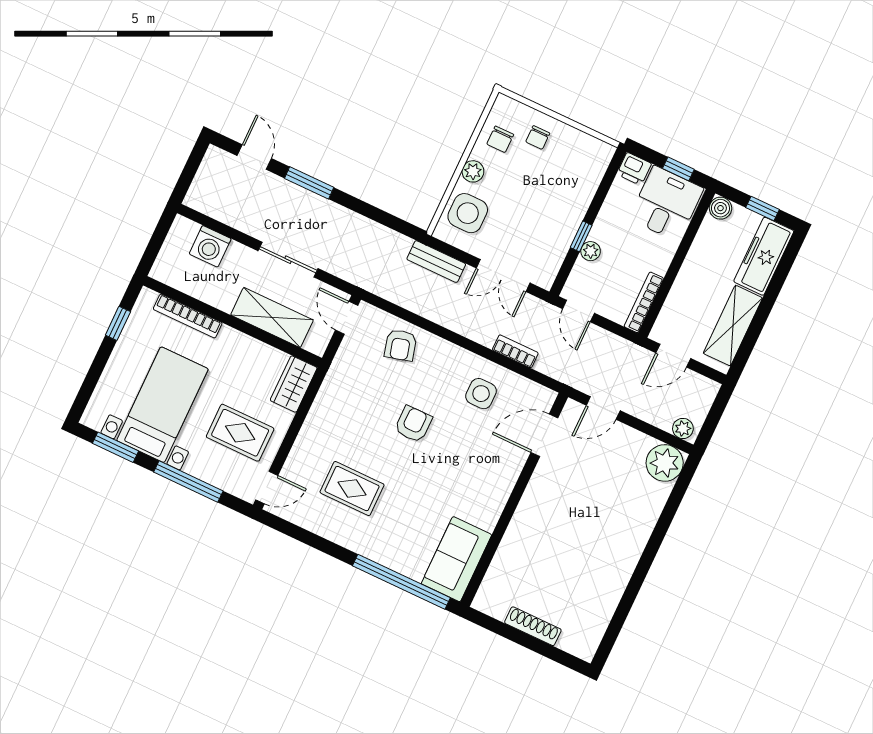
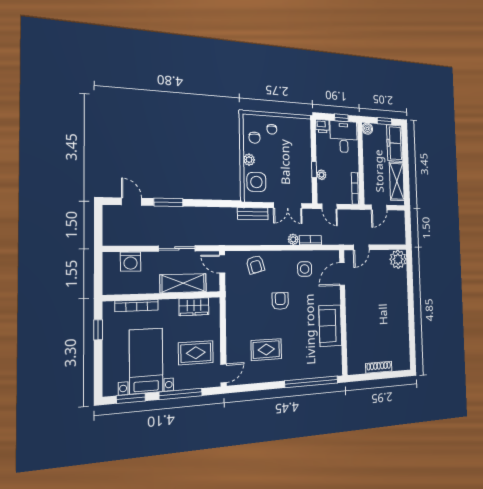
wardrobe: (294, 384) -> (194, 307), moved, turned -90
plant: (683, 428) -> (293, 239), moved
sofa: (456, 559) -> (330, 326), moved

